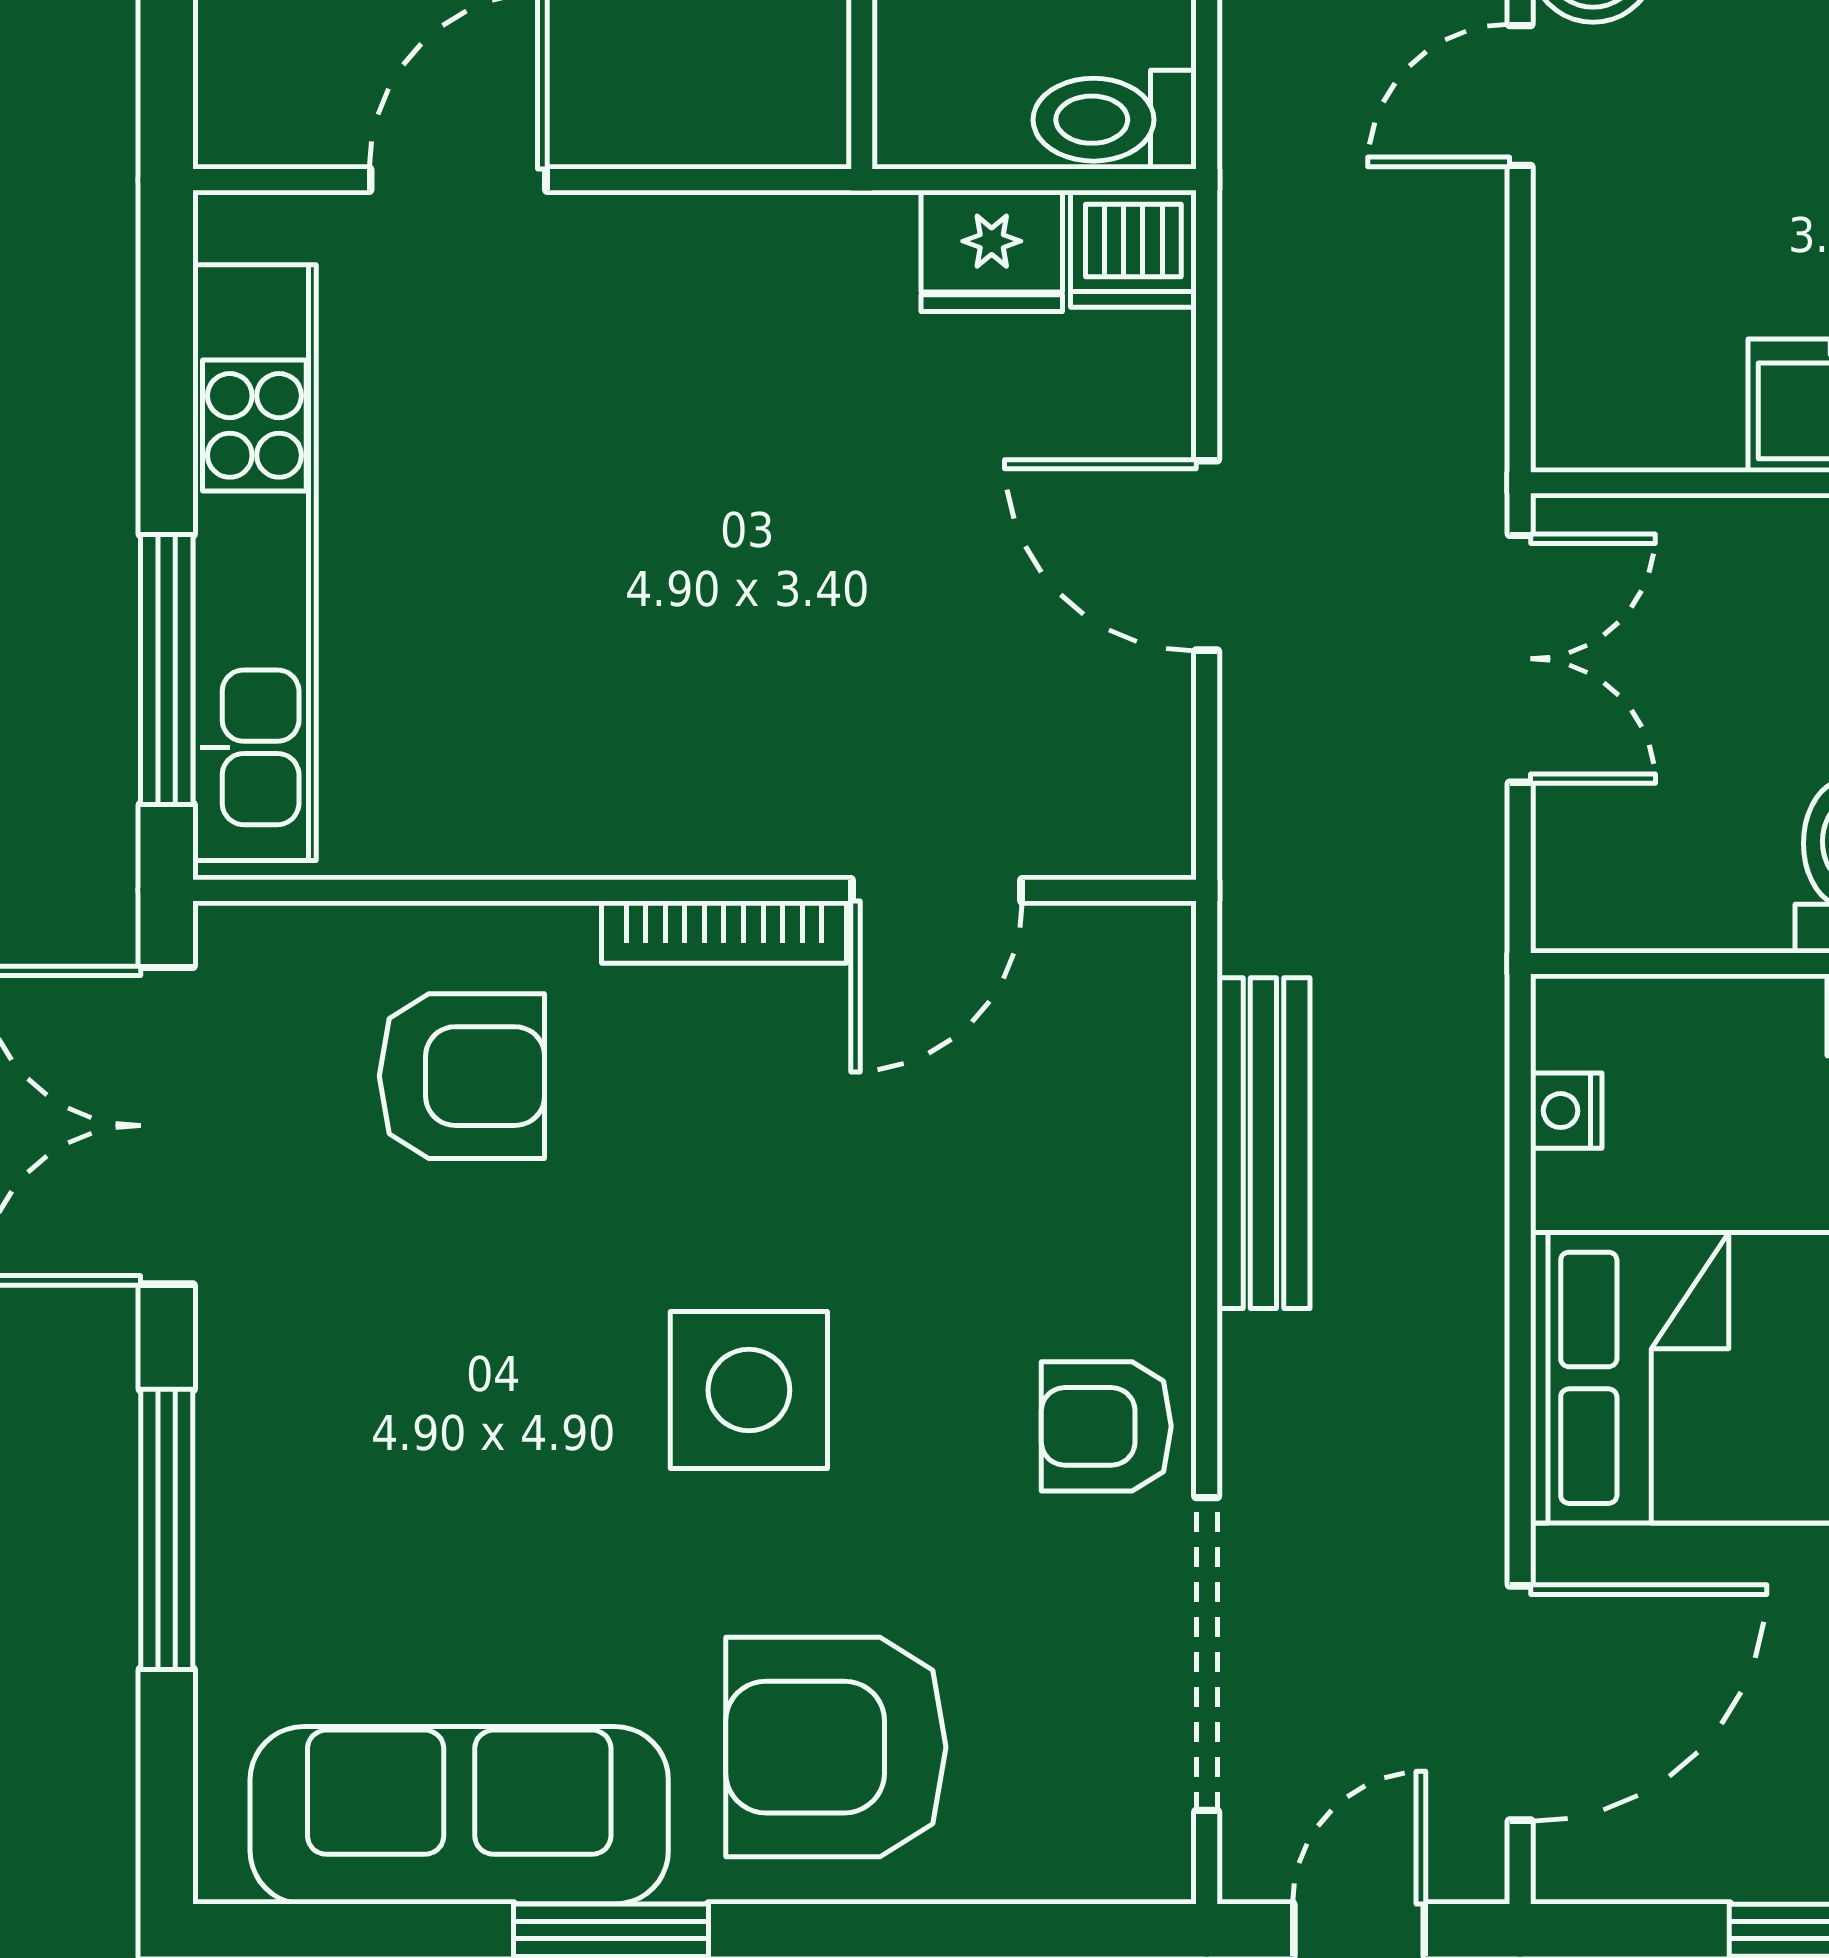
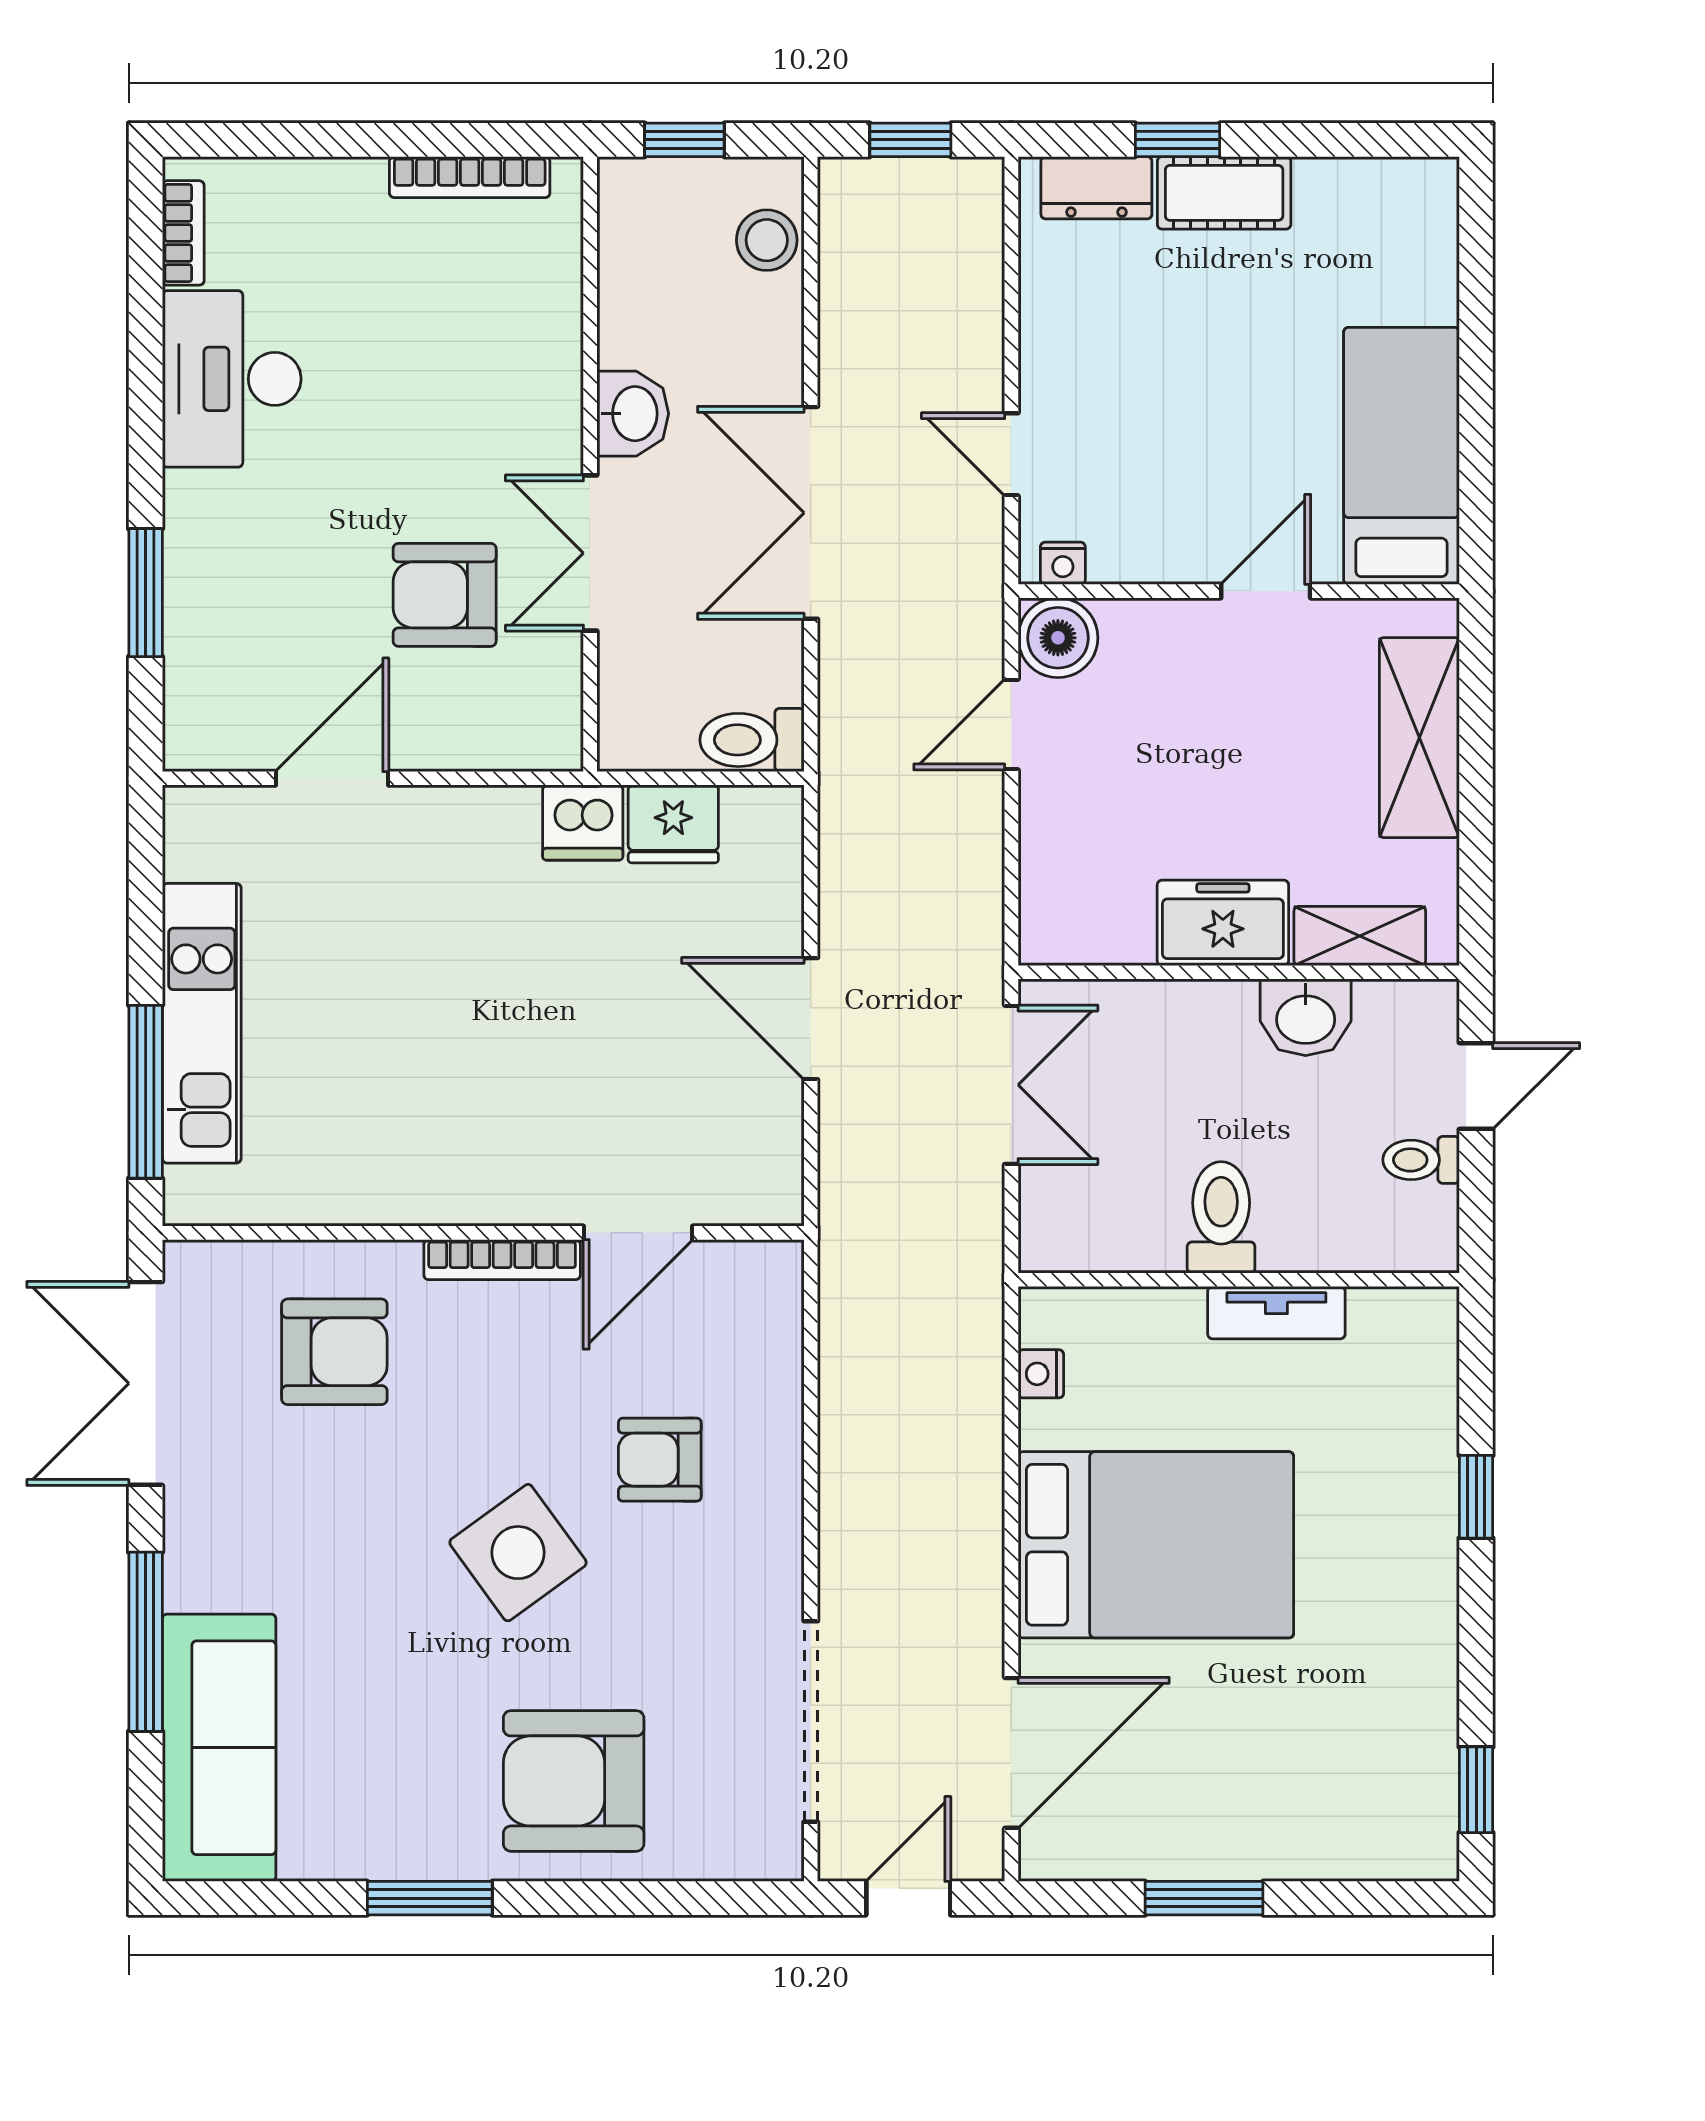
dishwasher: (1133, 249) -> (583, 823), moved
kitchen unit: (254, 563) -> (202, 1023), width x0.73
bench: (1263, 1143) -> (847, 1395), removed
side table: (749, 1390) -> (518, 1553), turned -36
armchair: (1106, 1426) -> (660, 1460), moved
sofa: (459, 1815) -> (219, 1748), moved, turned 90

